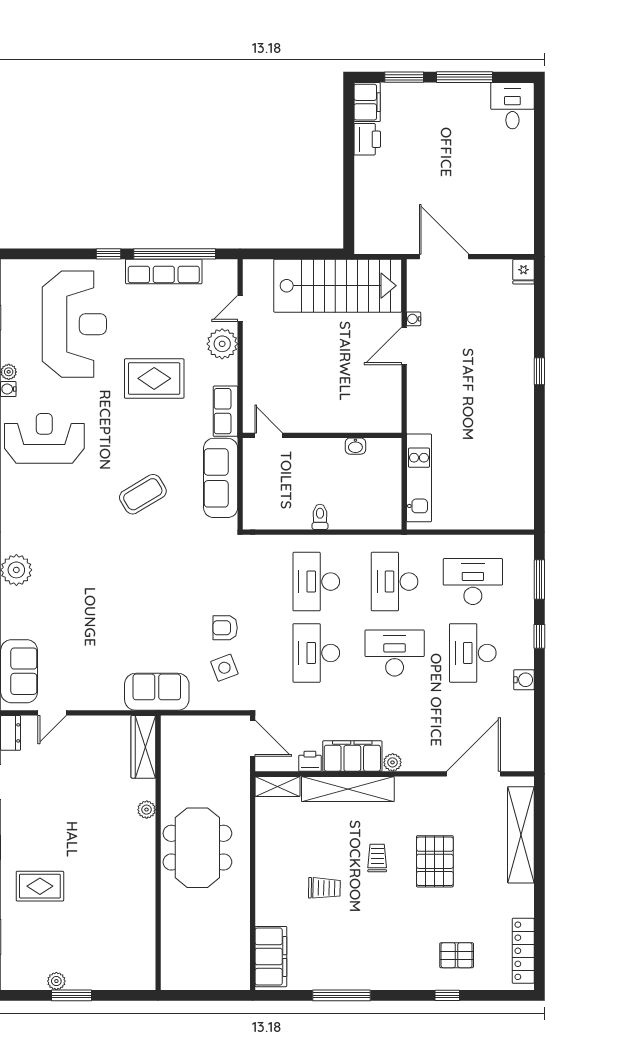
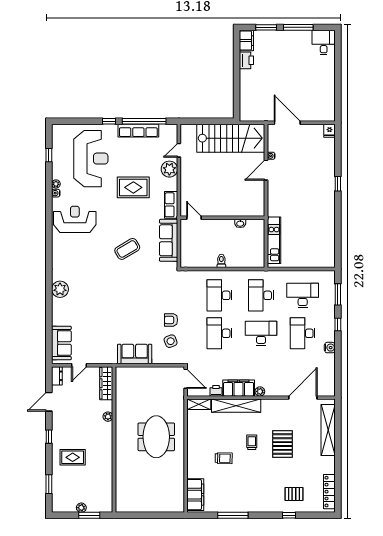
wardrobe: (143, 747) -> (106, 383), moved
plant: (147, 810) -> (108, 417), moved
wall: (158, 853) -> (114, 439), moved

